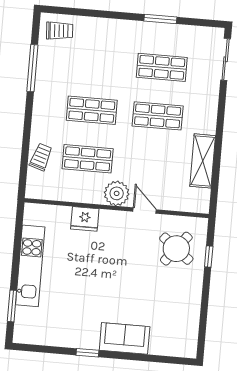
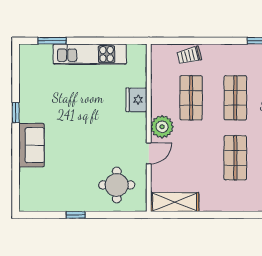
trolley: (41, 157) -> (189, 55), turned 149
shelving: (203, 161) -> (175, 202), moved
round table: (176, 249) -> (117, 185), turned -38
window: (209, 256) -> (76, 215), moved

